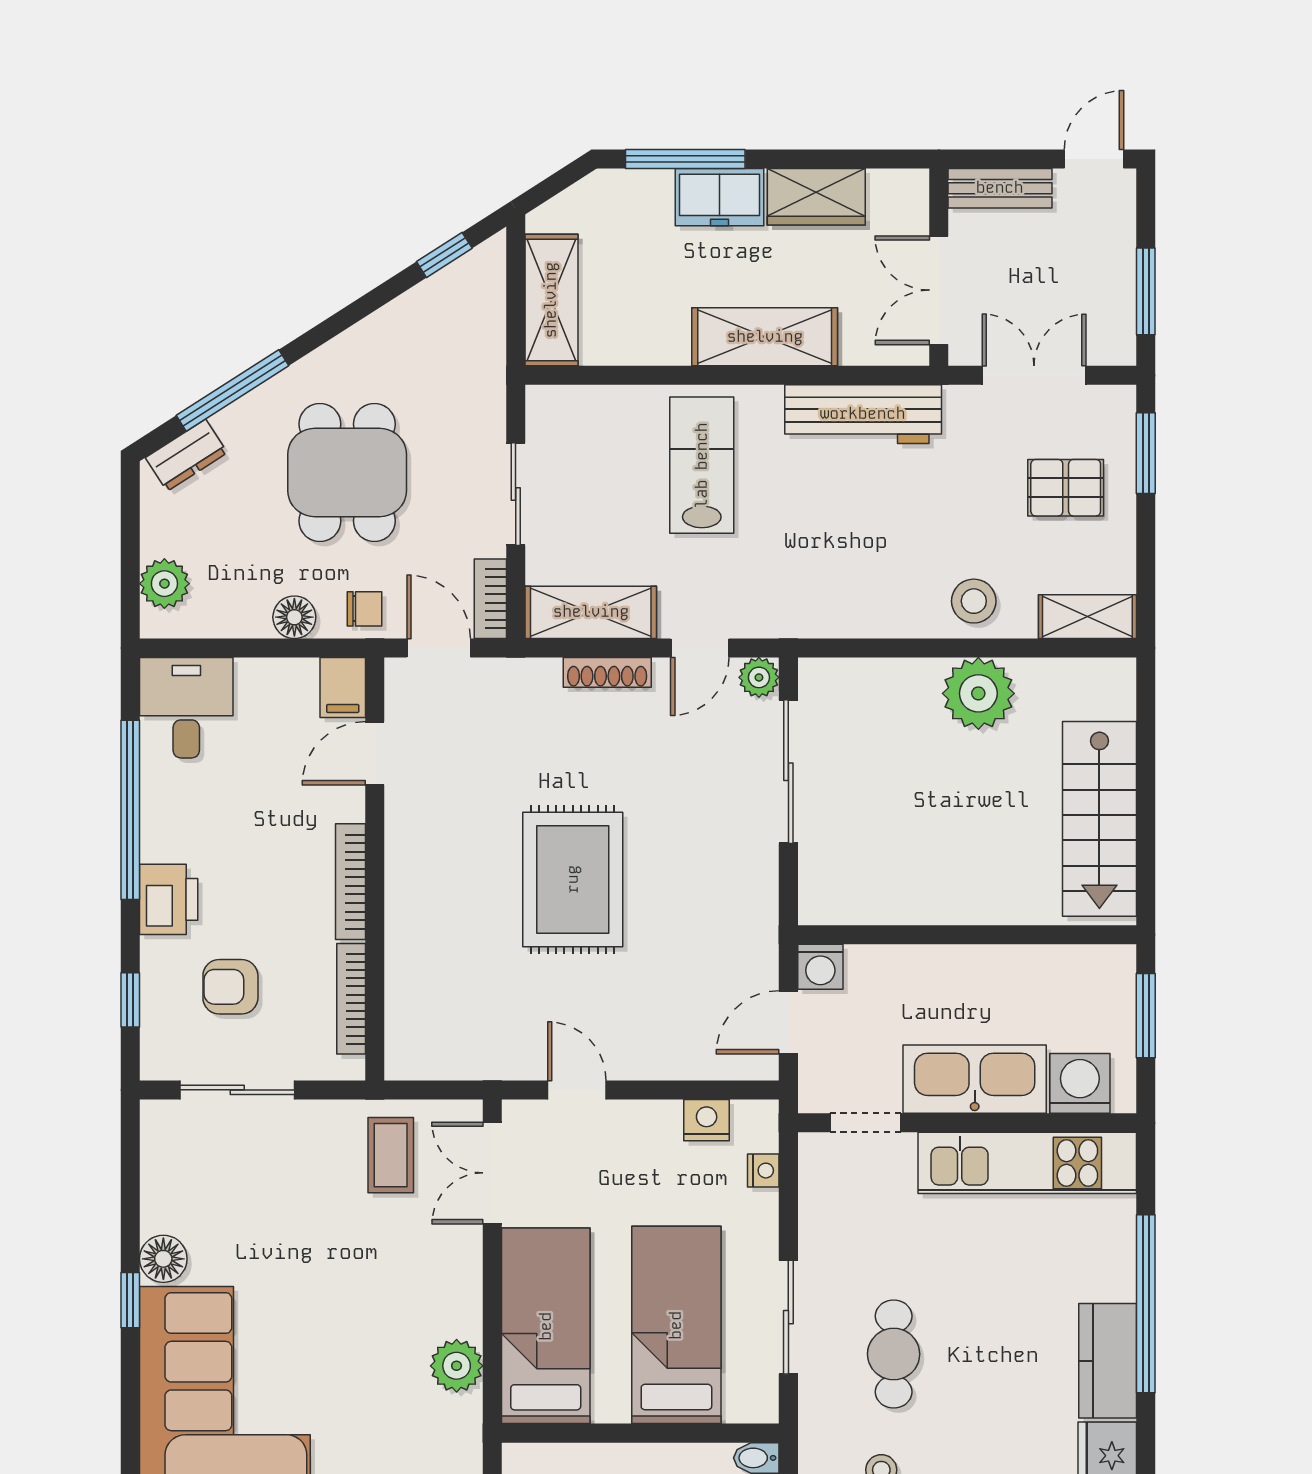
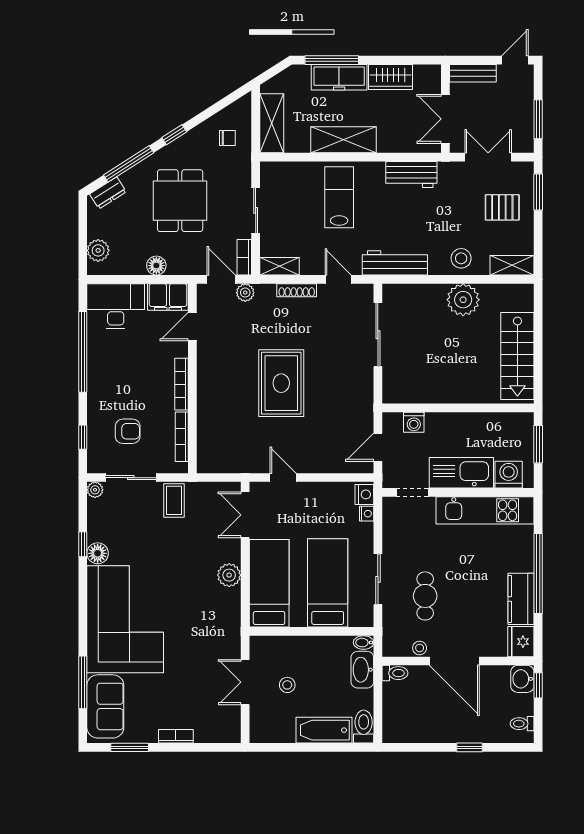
freezer: (720, 197) -> (339, 77), width x1.40
window: (444, 255) -> (174, 135), moved
shelving: (765, 337) -> (344, 140), moved
workbench: (863, 414) -> (411, 174), width x0.73
chair: (365, 609) -> (227, 138), moved
workbench: (826, 611) -> (395, 263), added
shelving: (591, 612) -> (279, 266), width x0.67, depth x0.75
door: (700, 648) -> (338, 279), swing flipped
plant: (759, 677) -> (245, 293), moved
filing cabinet: (343, 687) -> (168, 297), width x2.00
desk: (186, 708) -> (116, 306), width x1.37
printer: (169, 899) -> (100, 392), removed
washing machine: (820, 967) -> (414, 422), moved
armchair: (230, 987) -> (128, 431), turned 180
plant: (158, 1117) -> (95, 490), added
nightstand: (707, 1120) -> (364, 494), moved, turned 90
coffee table: (391, 1155) -> (174, 500), moved
window: (130, 1300) -> (83, 544), moved
plant: (457, 1366) -> (229, 575), moved

